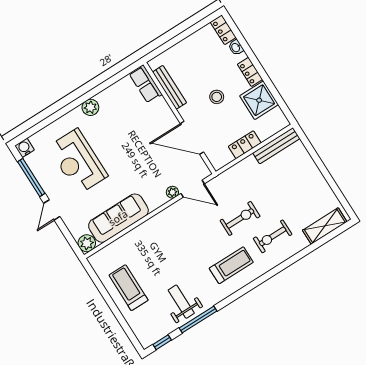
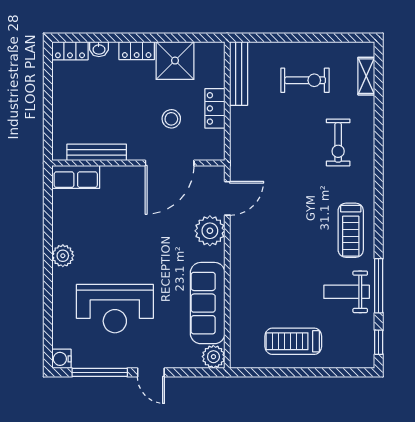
stool: (217, 97) -> (171, 119), moved
plant: (172, 192) -> (210, 231), width x1.88, depth x1.88
exercise bike: (240, 218) -> (305, 80), moved, turned 90
shelving: (325, 226) -> (366, 76), width x0.67, depth x0.75
treadmill: (231, 265) -> (351, 230), moved, turned 180

